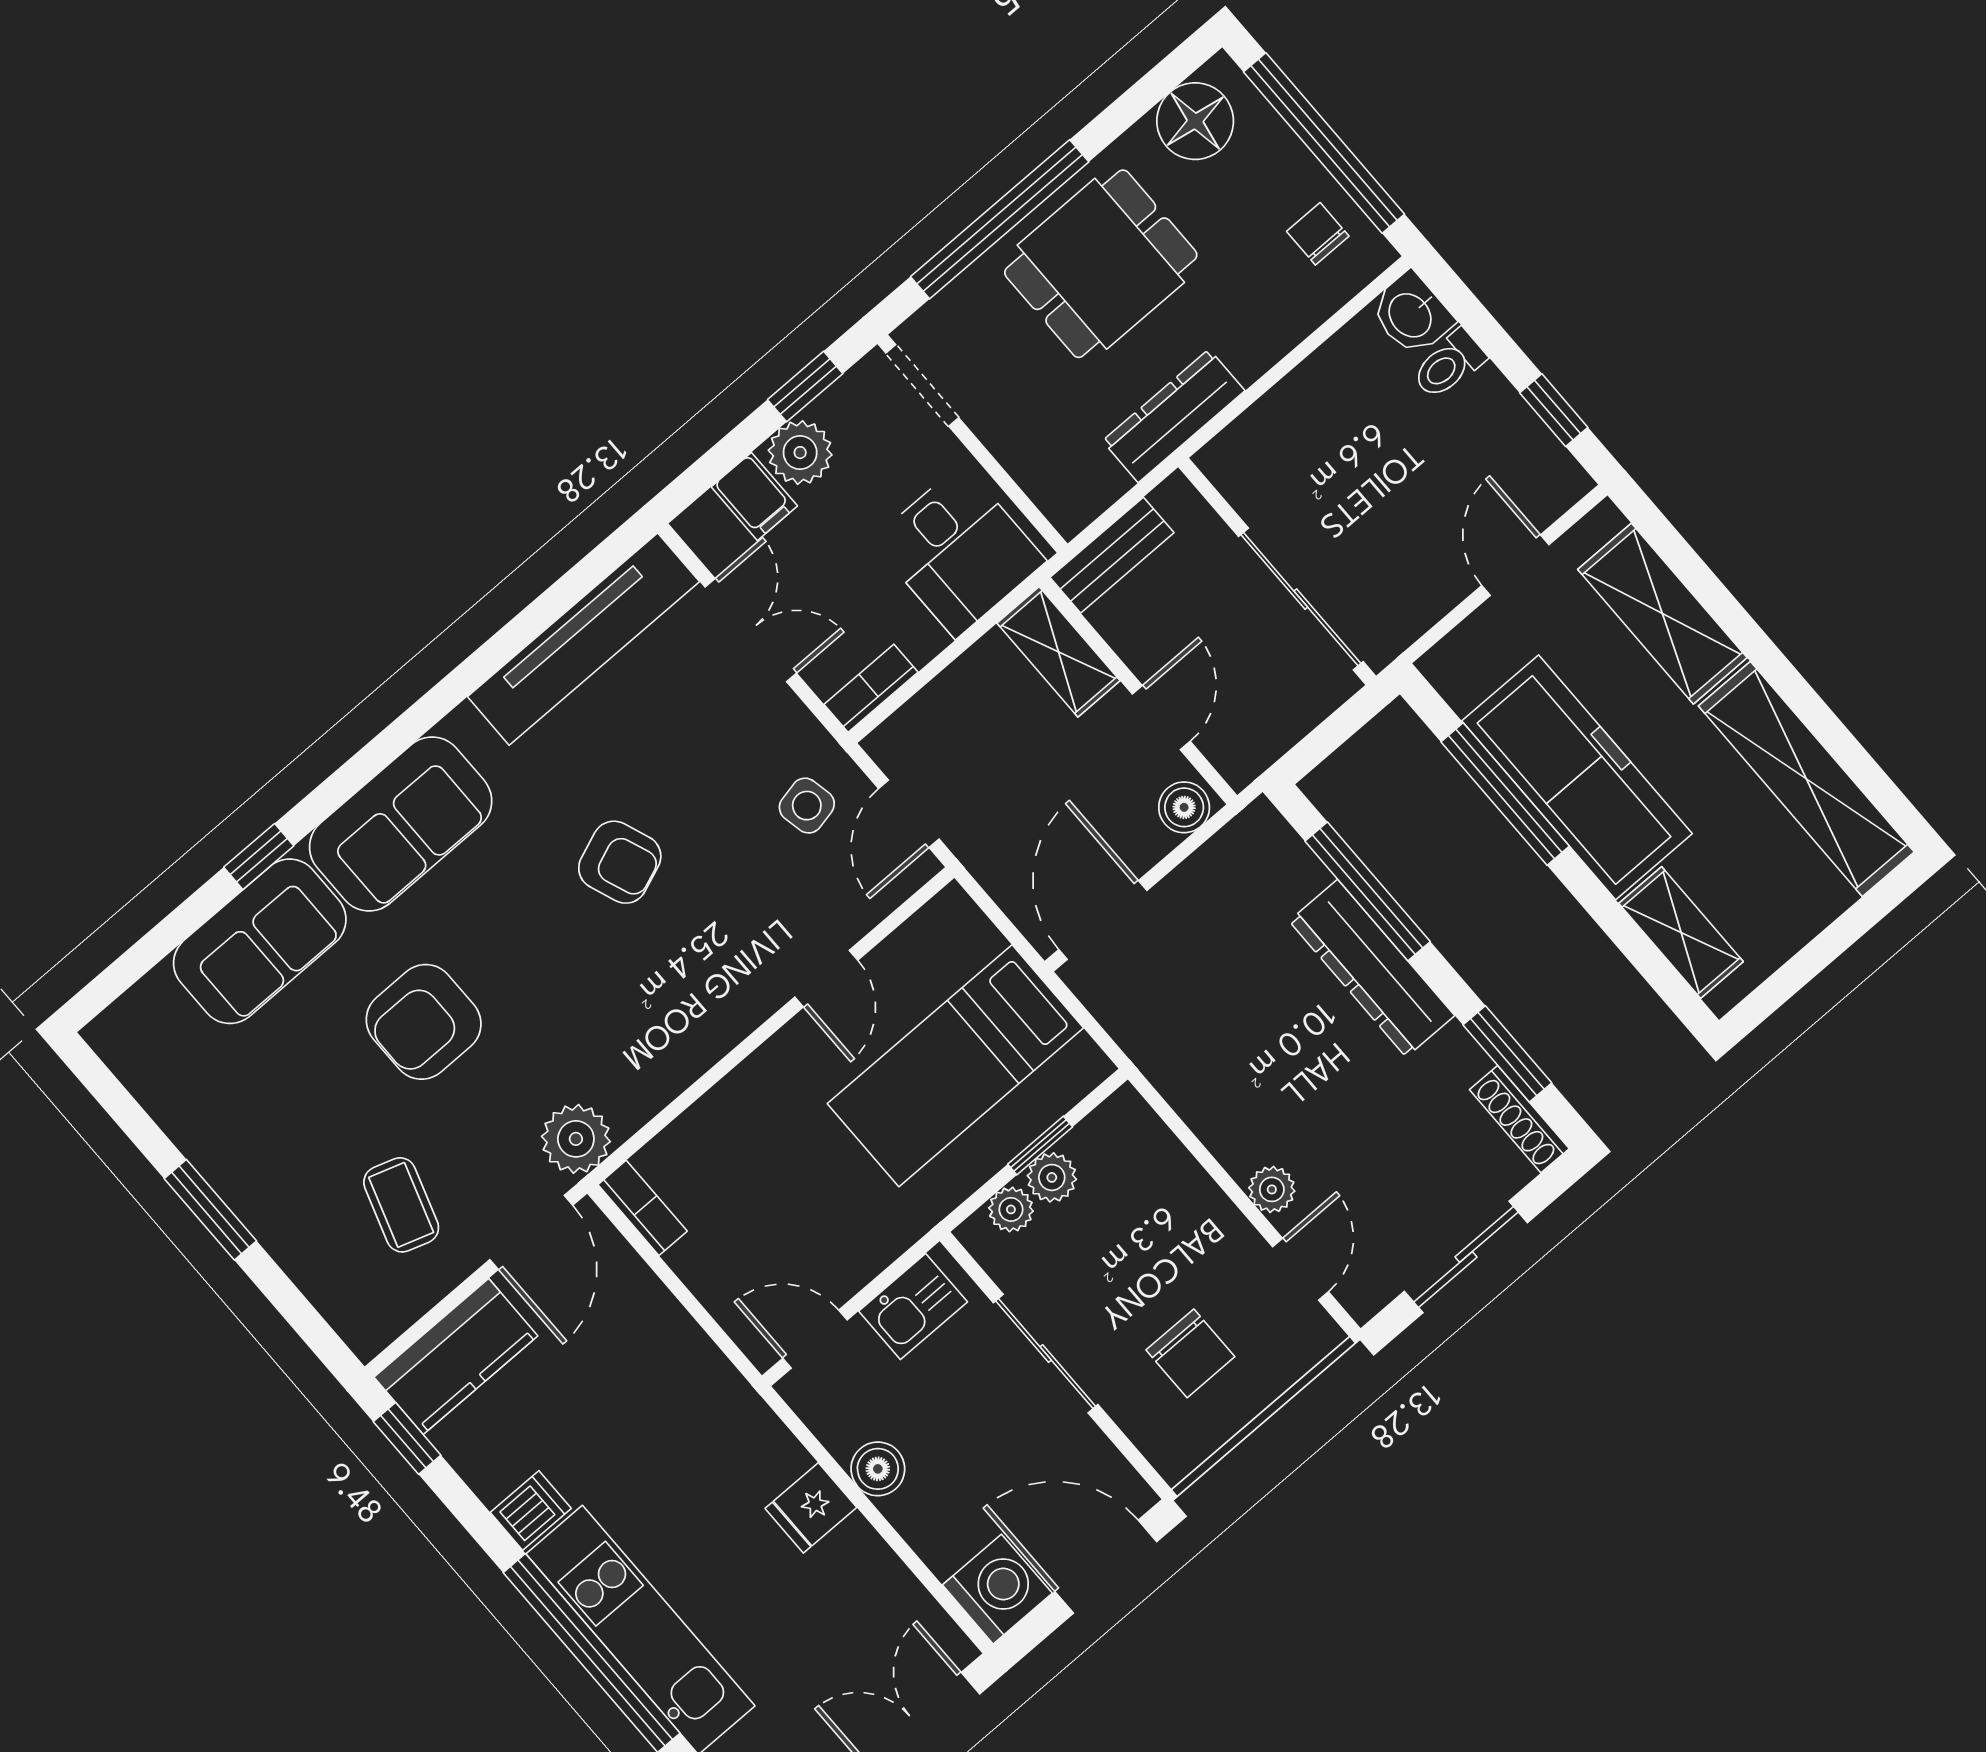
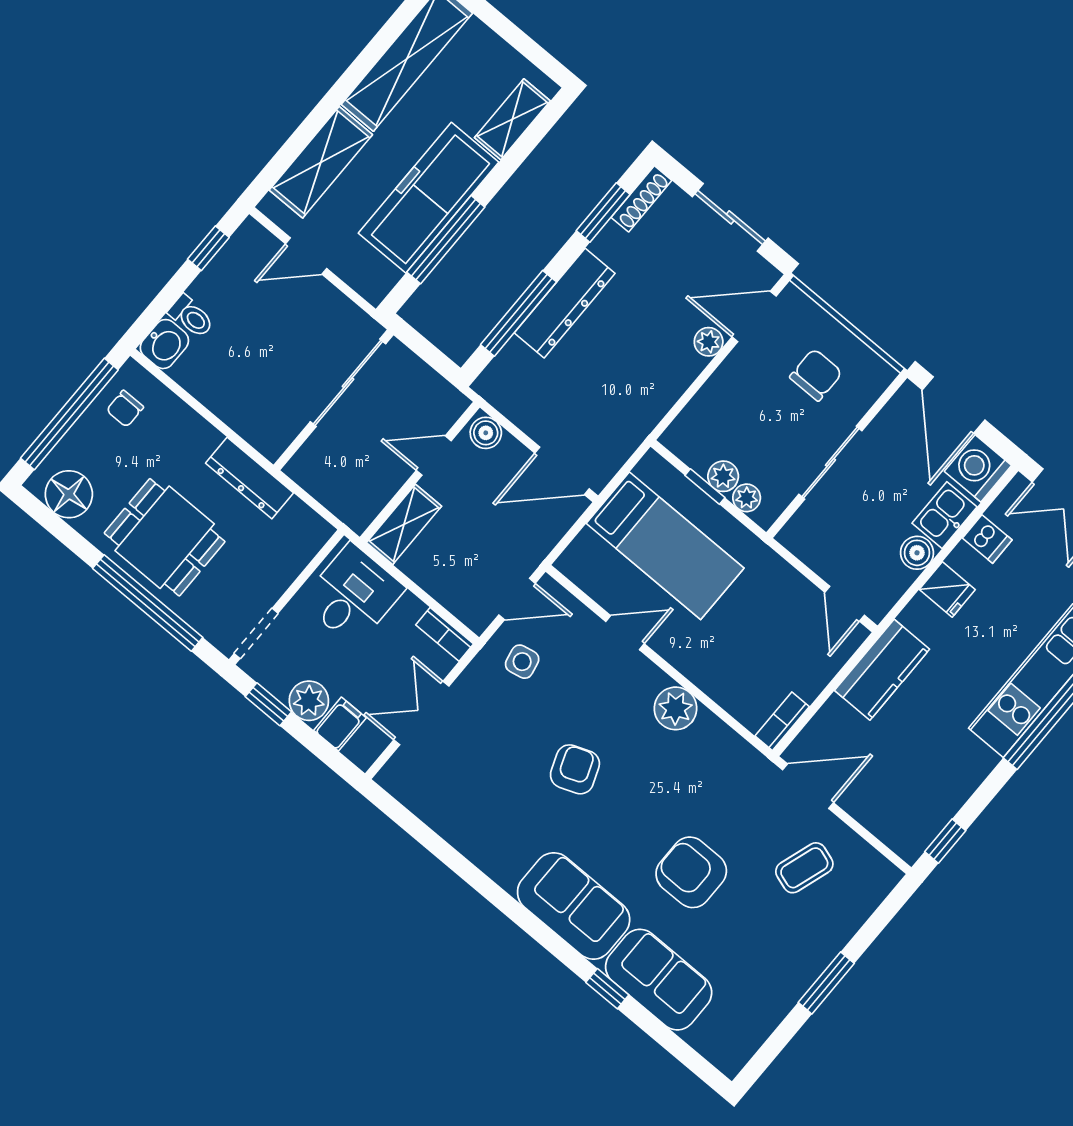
bench: (1112, 555) -> (340, 502), removed
tv unit: (583, 639) -> (443, 813), removed
armchair: (424, 1022) -> (691, 872), turned 180
plant: (576, 1139) -> (676, 708), moved
door: (1300, 1269) -> (754, 317), width x1.38
kitchen sink: (913, 1306) -> (944, 515), moved, turned -90
kitchen counter: (456, 1357) -> (882, 670), moved, turned 90
dishwasher: (531, 1510) -> (987, 539), moved, turned 180

